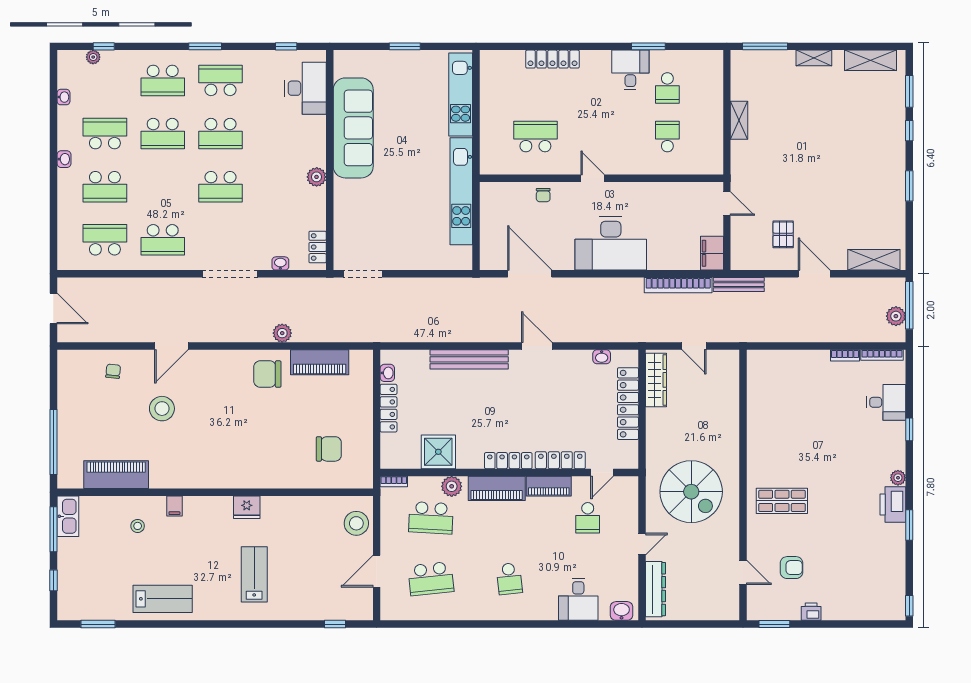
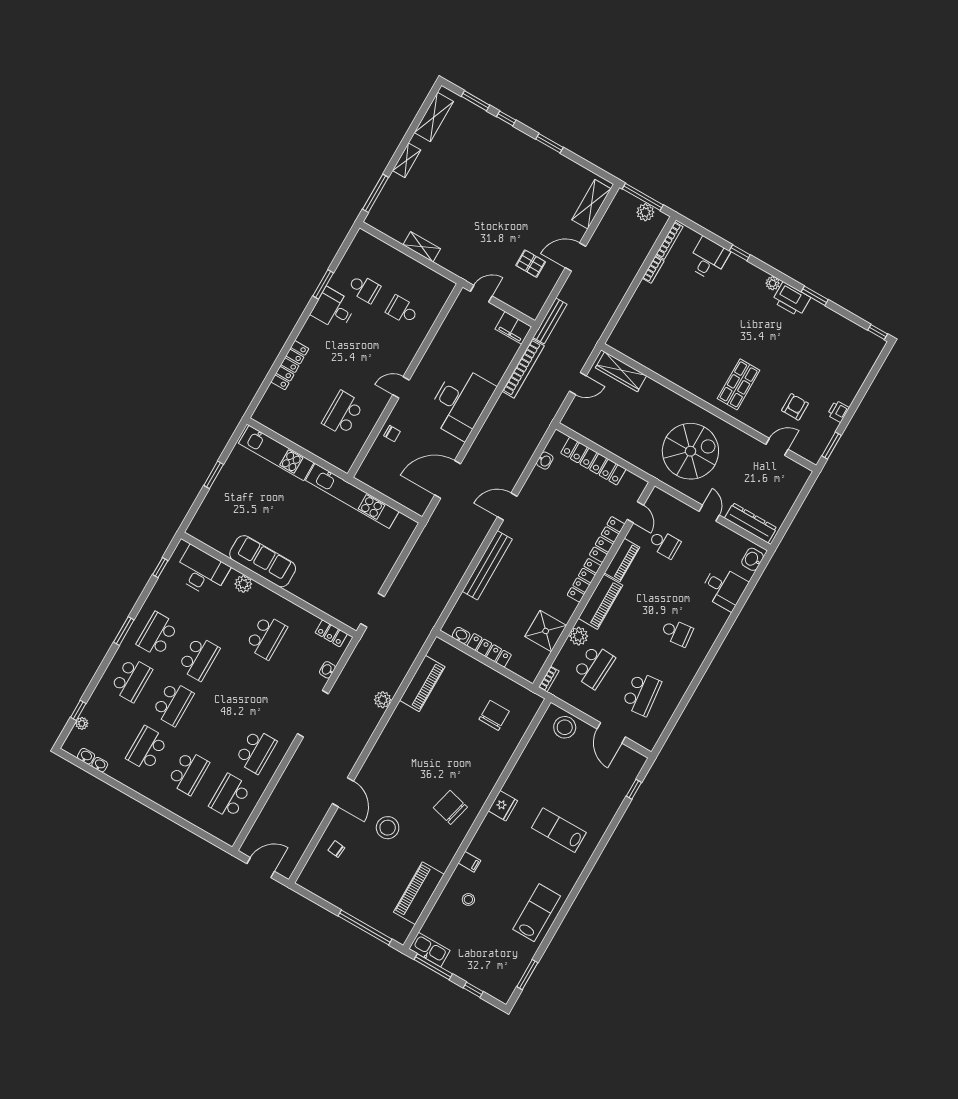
sofa: (353, 128) -> (263, 561), width x0.74, depth x0.79
washbasin: (64, 159) -> (86, 756), moved
plant: (317, 177) -> (243, 584), moved
school desk: (220, 187) -> (266, 637), moved
chair: (267, 374) -> (450, 807), moved, turned 104
wardrobe: (656, 380) -> (621, 372), moved, turned 180

